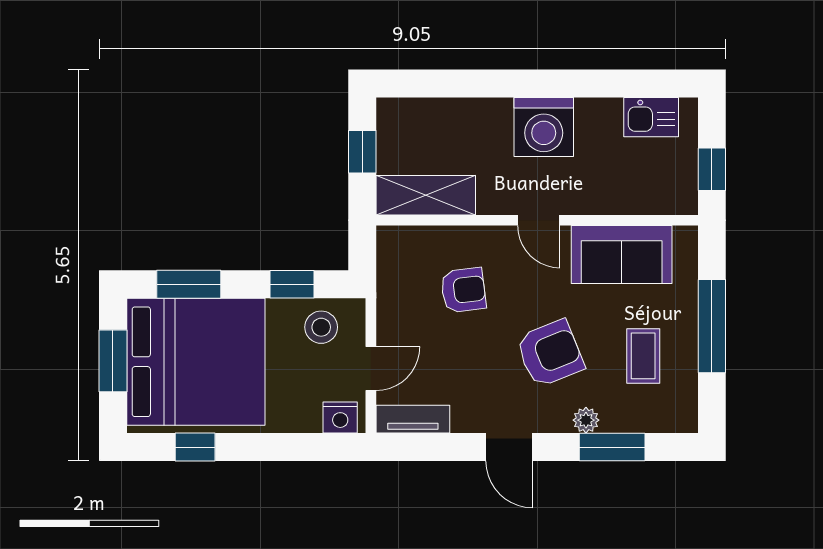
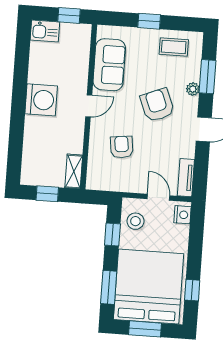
kitchen sink: (651, 117) -> (45, 31), moved, turned 90
shelving: (426, 195) -> (74, 171), width x0.67, depth x0.75
window: (712, 326) -> (149, 21), width x0.46
coffee table: (643, 356) -> (174, 47), moved

